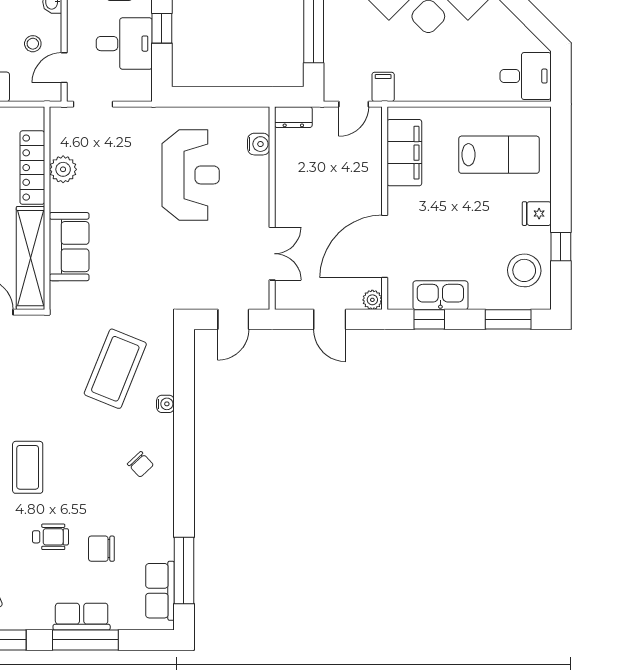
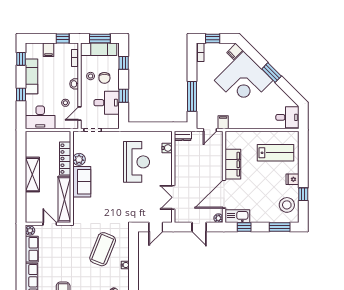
filing cabinet: (404, 153) -> (233, 164), moved
sofa: (69, 247) -> (82, 182), moved
double door: (272, 254) -> (173, 197), swing flipped
kitchen sink: (440, 295) -> (237, 216), moved

